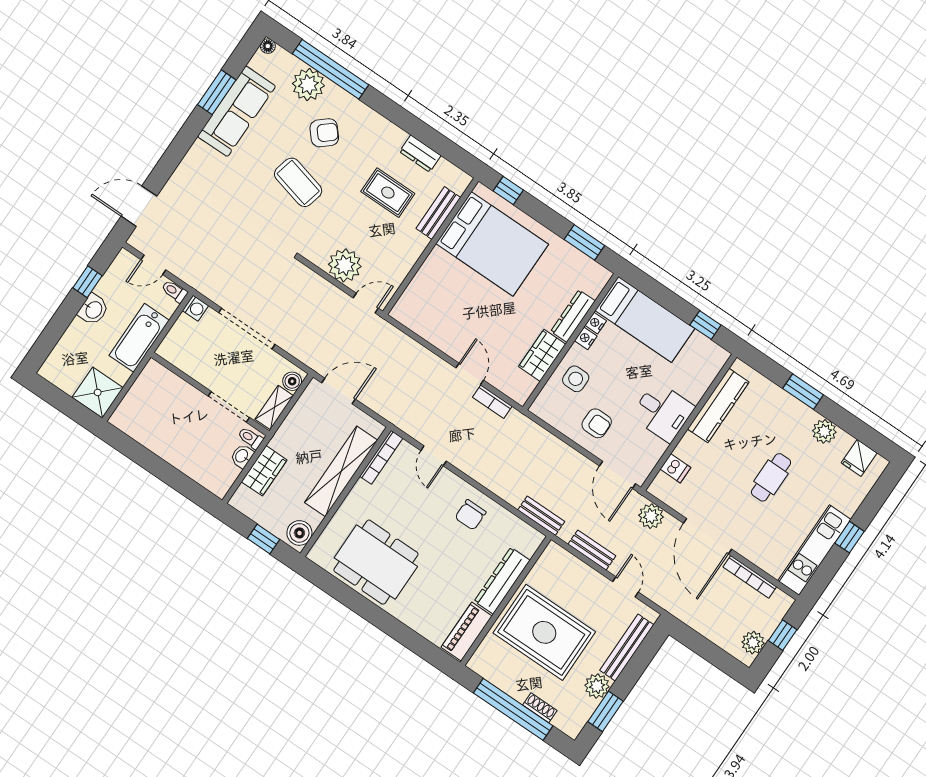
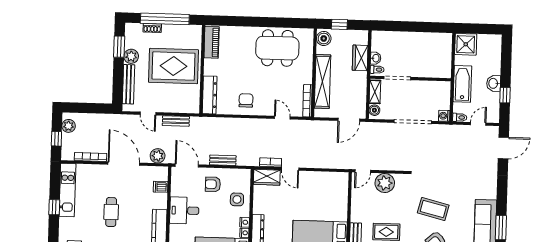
wardrobe: (542, 355) -> (267, 177), moved, turned 90
bench: (541, 516) -> (223, 160), moved
dresser: (502, 581) -> (210, 95), moved

